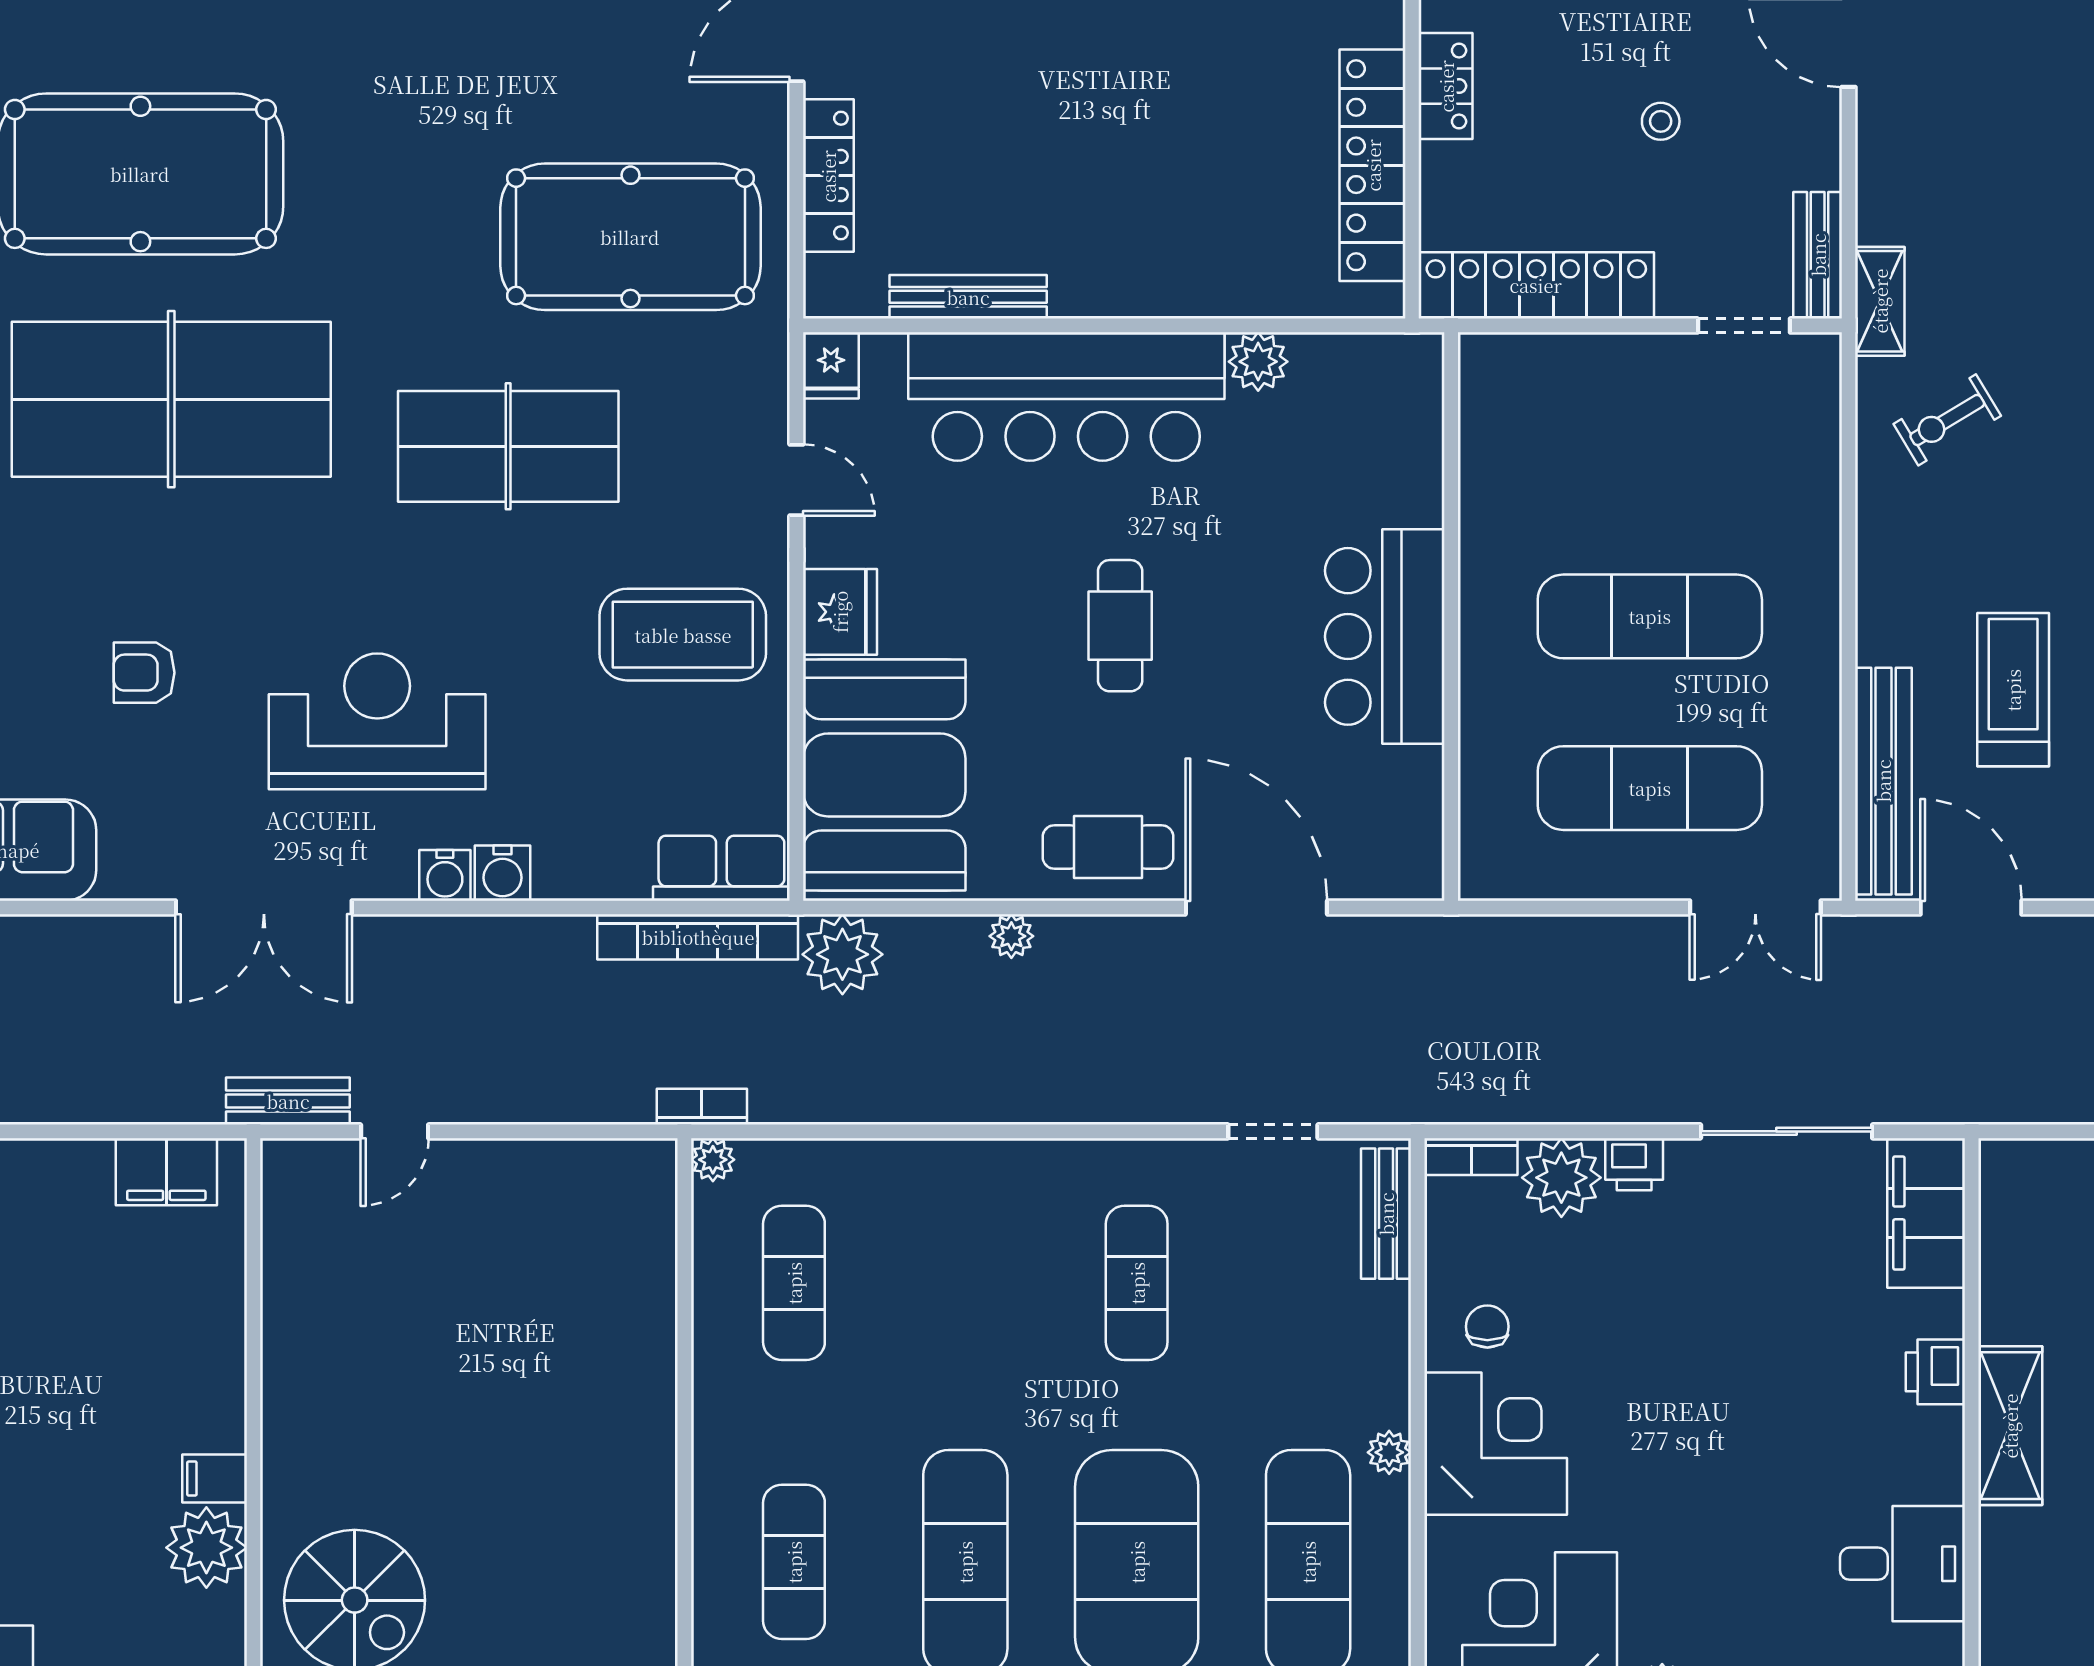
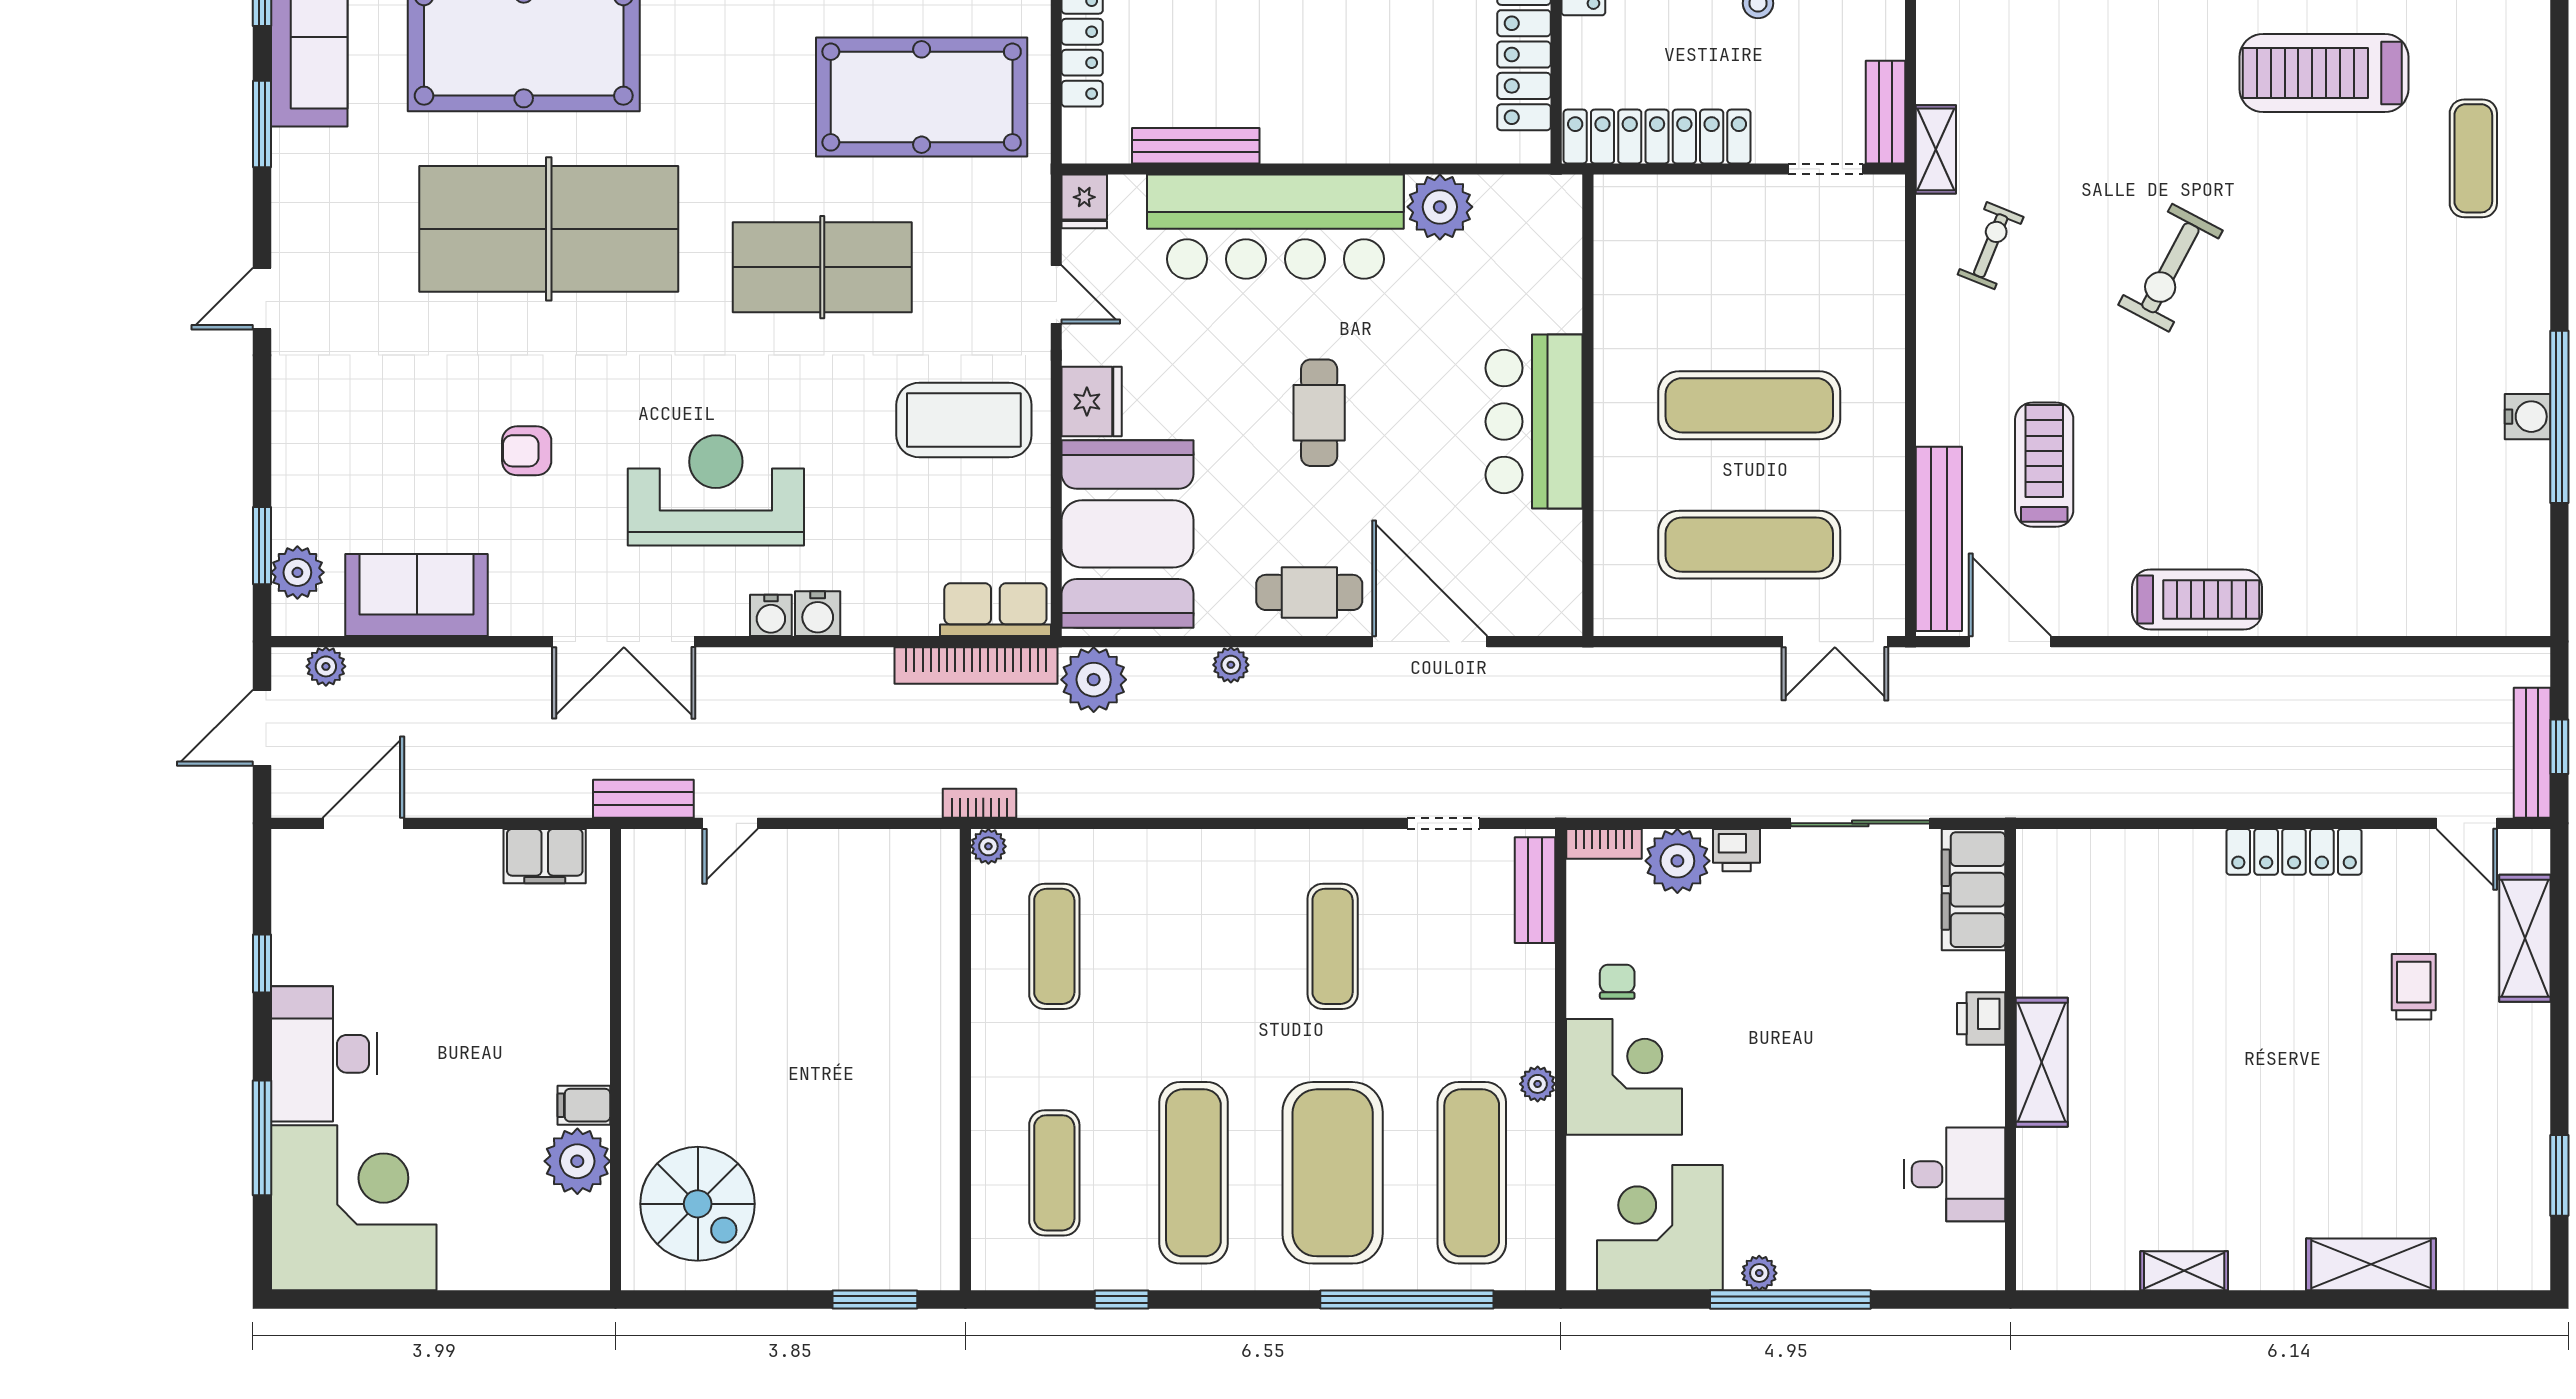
plant: (1258, 362) -> (1440, 207), width x1.36, depth x1.36
exercise bike: (1947, 420) -> (1991, 246), turned 143

